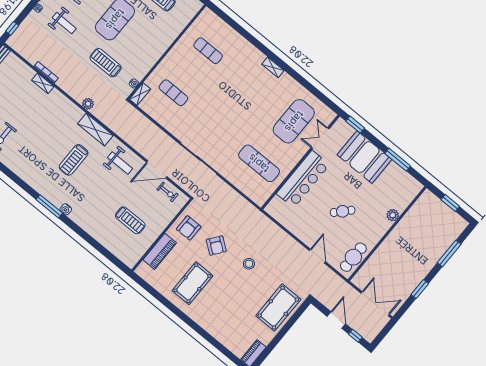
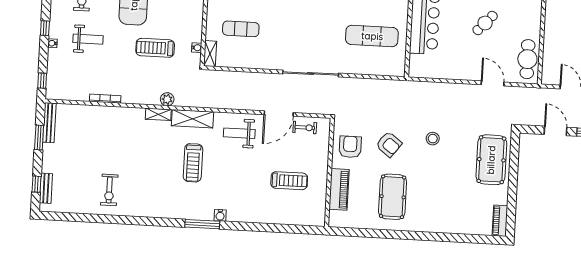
shelving: (43, 83) -> (158, 114), moved
weight bench: (120, 163) -> (239, 133), turned 180
armchair: (189, 228) -> (350, 147), turned 180

